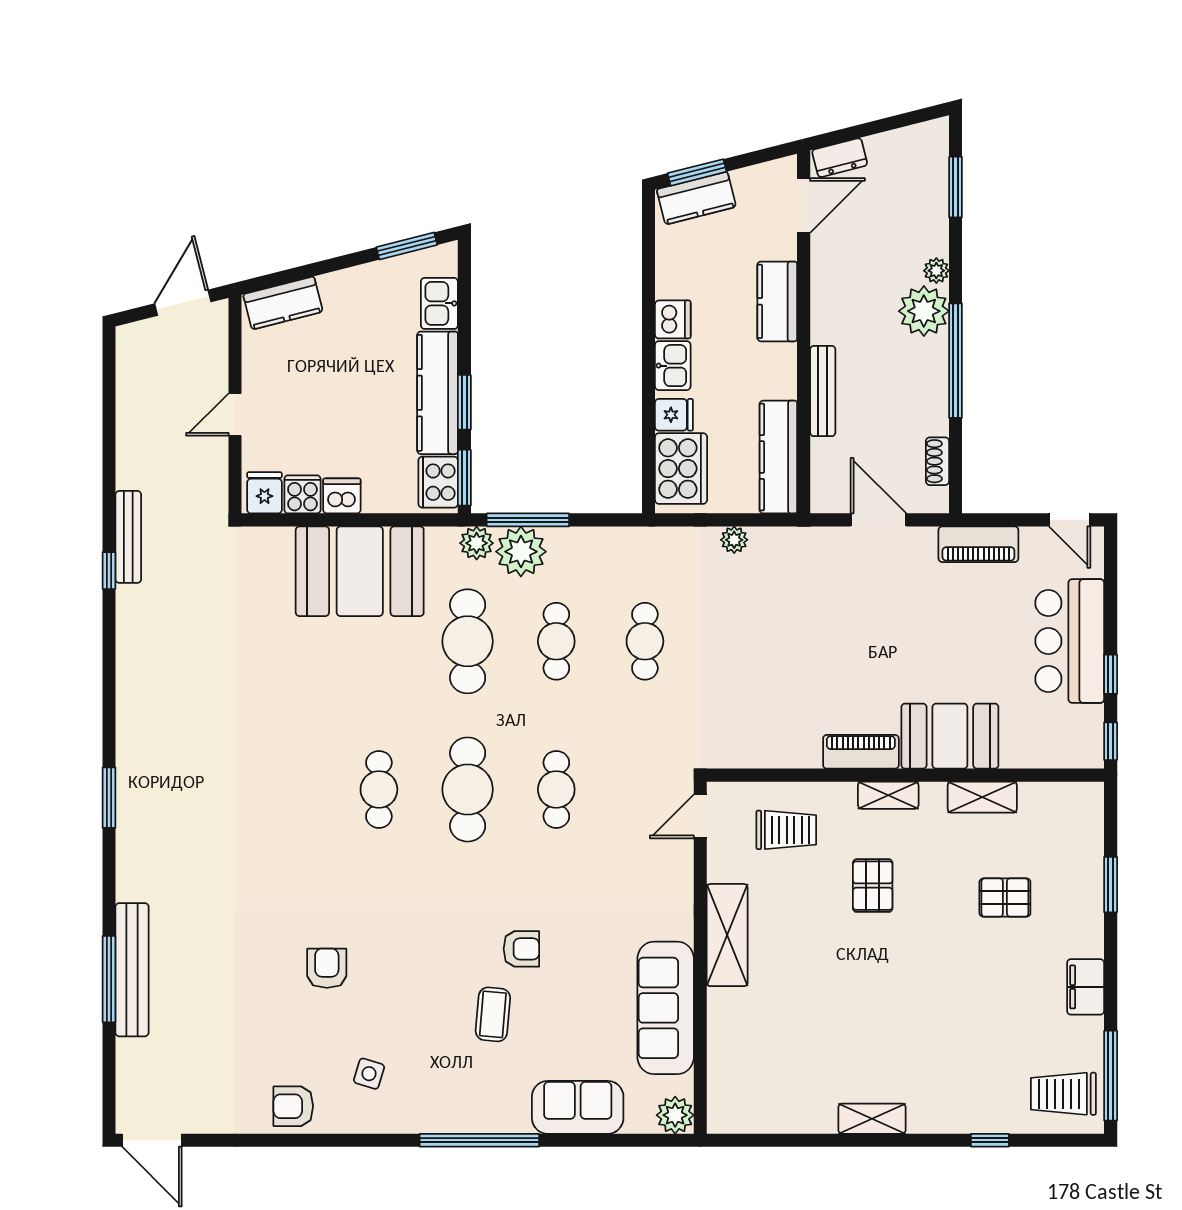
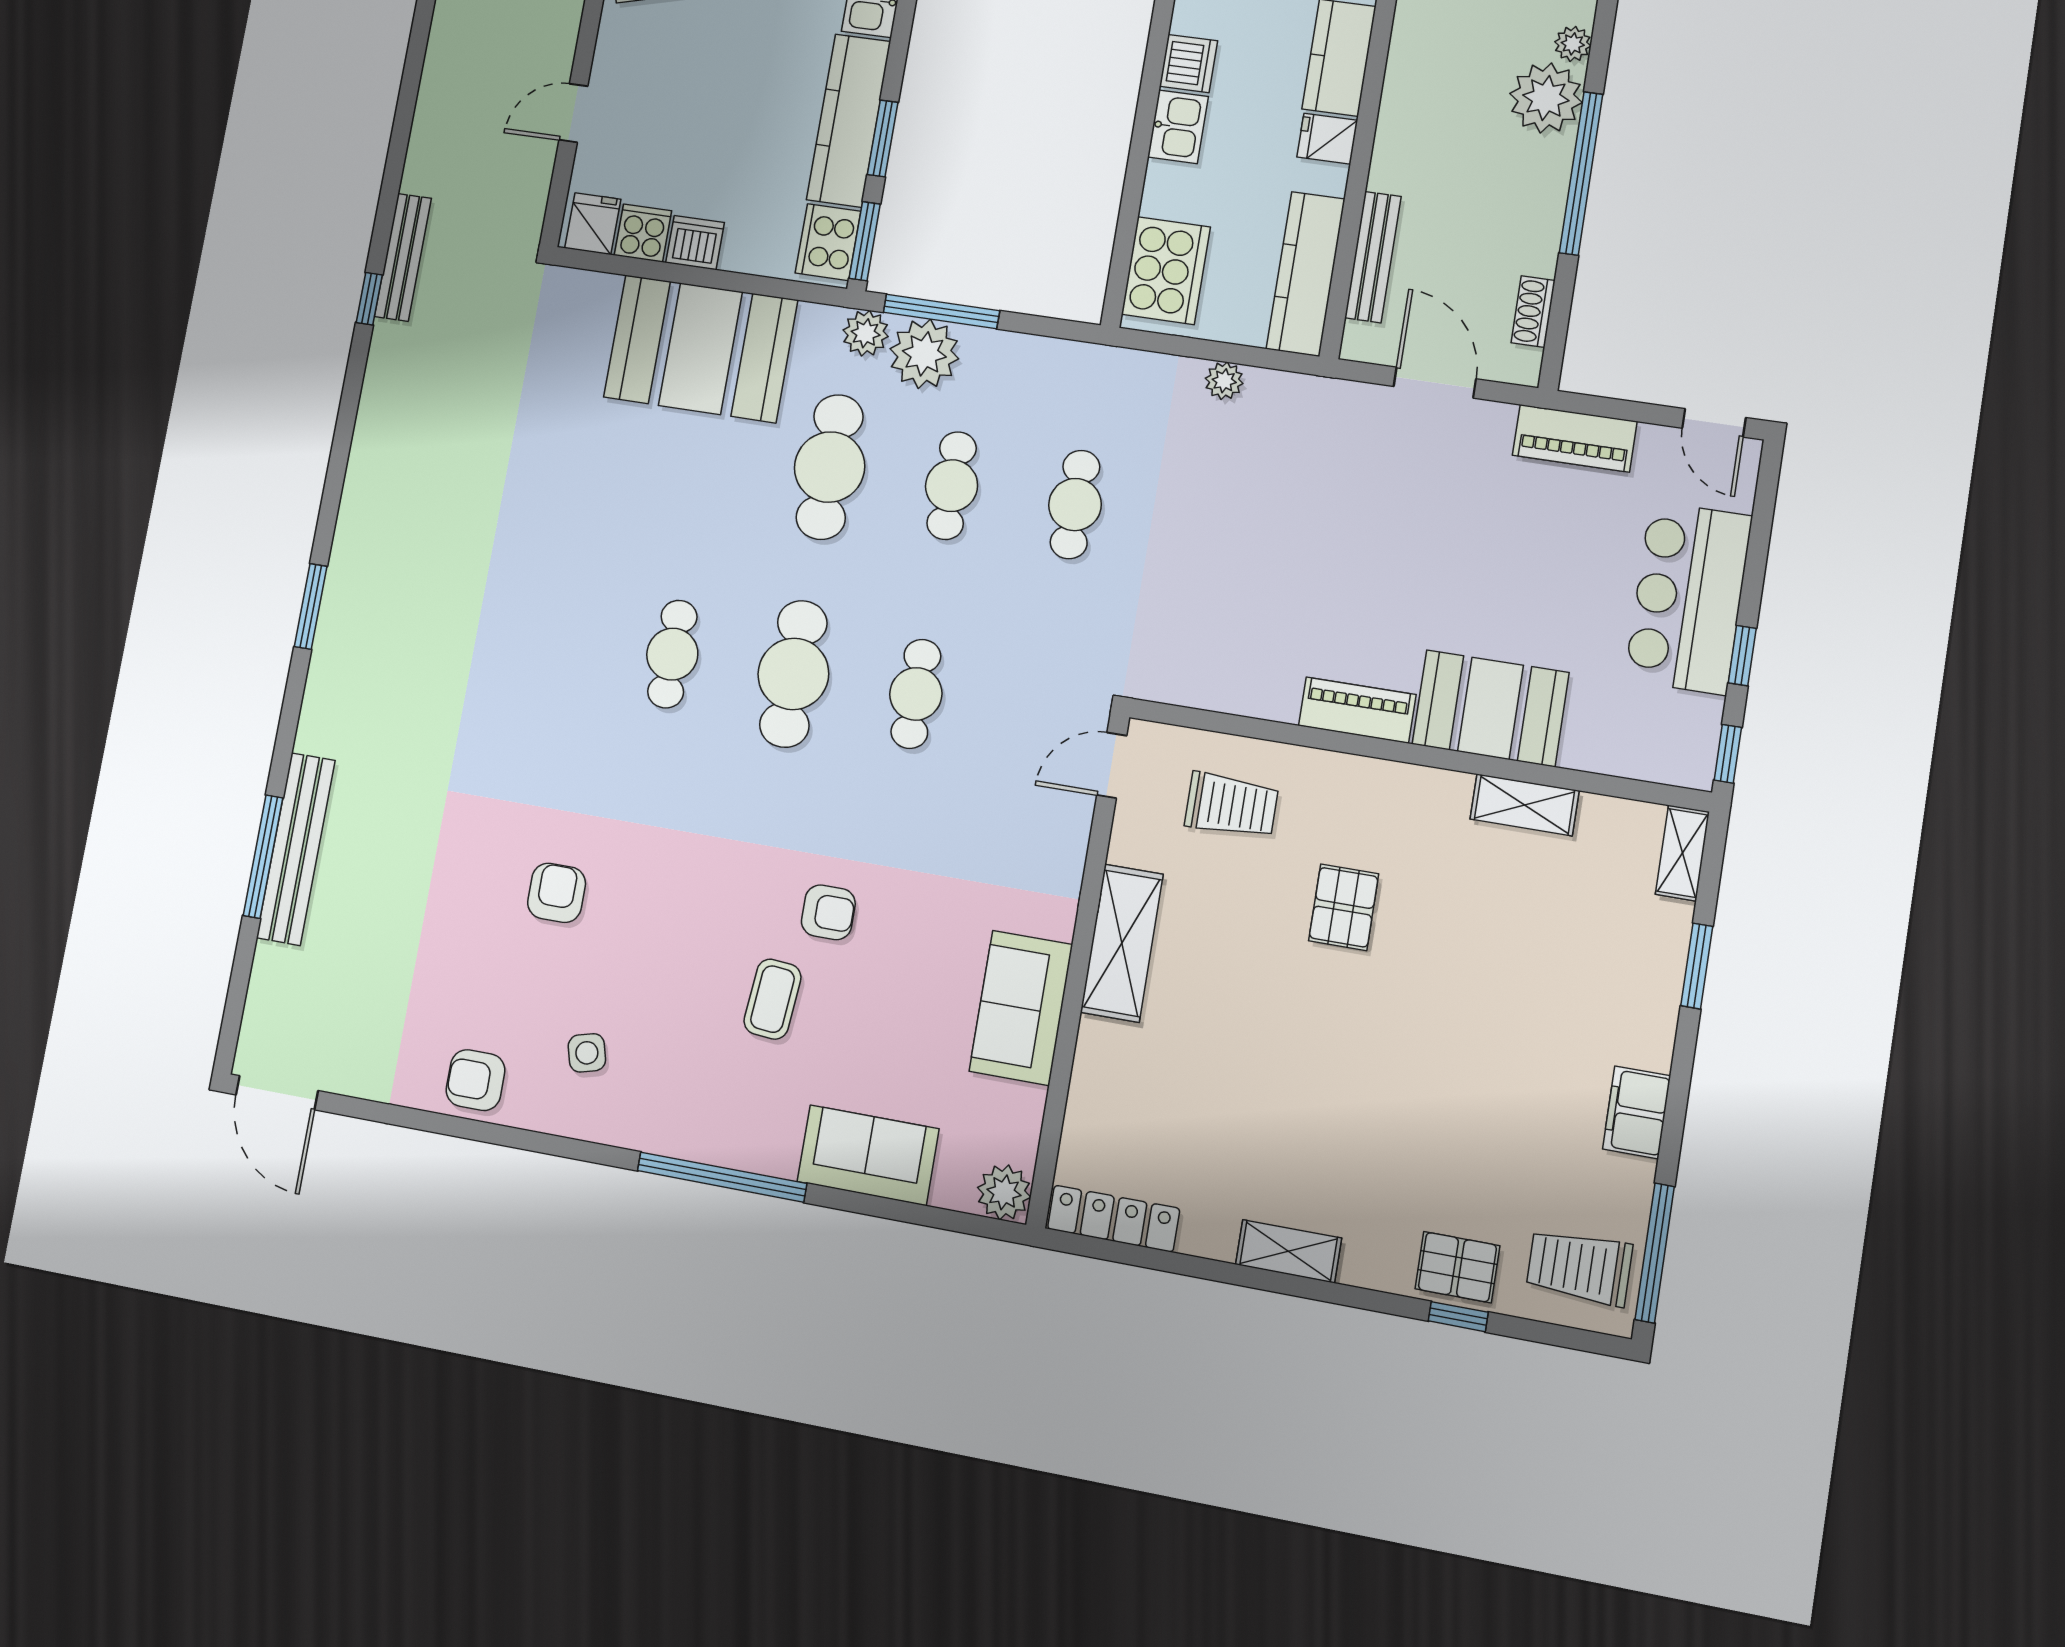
bench: (823, 391) -> (1373, 257), moved
fridge: (674, 415) -> (1327, 139), moved, turned 180
shelving: (888, 795) -> (1682, 853), moved, turned 90
pallet: (1005, 898) -> (1457, 1267), moved
sofa: (666, 1008) -> (1021, 1008), width x0.73
side table: (369, 1074) -> (587, 1053), turned -32
locker: (752, 1119) -> (1114, 1219), added

